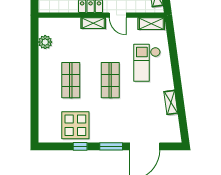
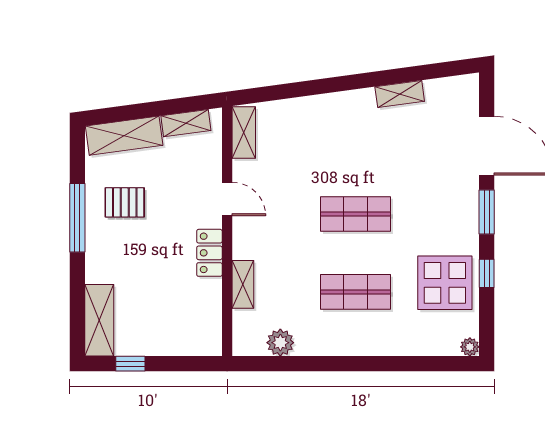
door: (118, 15) -> (227, 199), hinge flipped
shelving: (93, 23) -> (243, 284), moved
checkout: (147, 63) -> (321, 141), removed
plant: (43, 138) -> (470, 347), added

